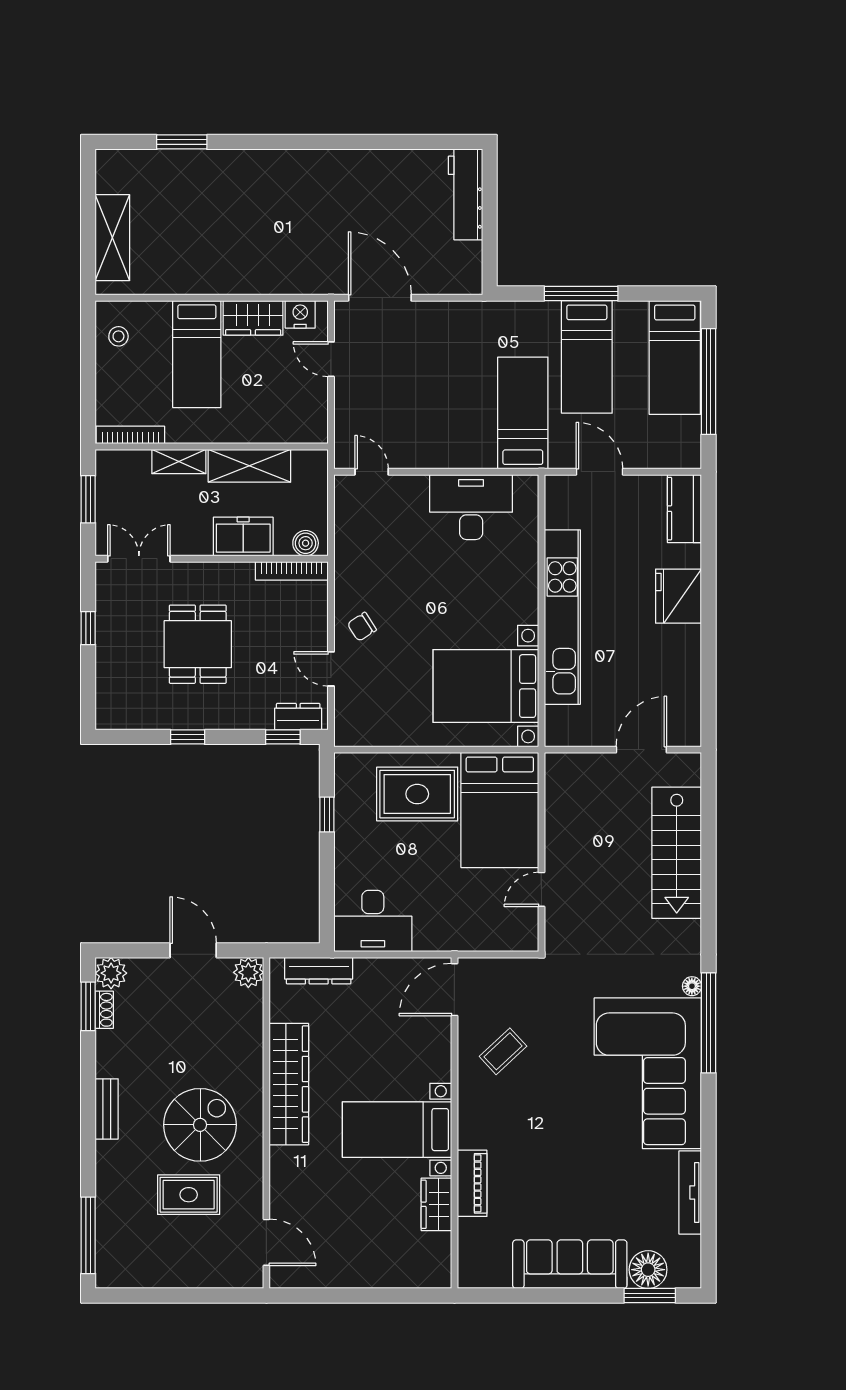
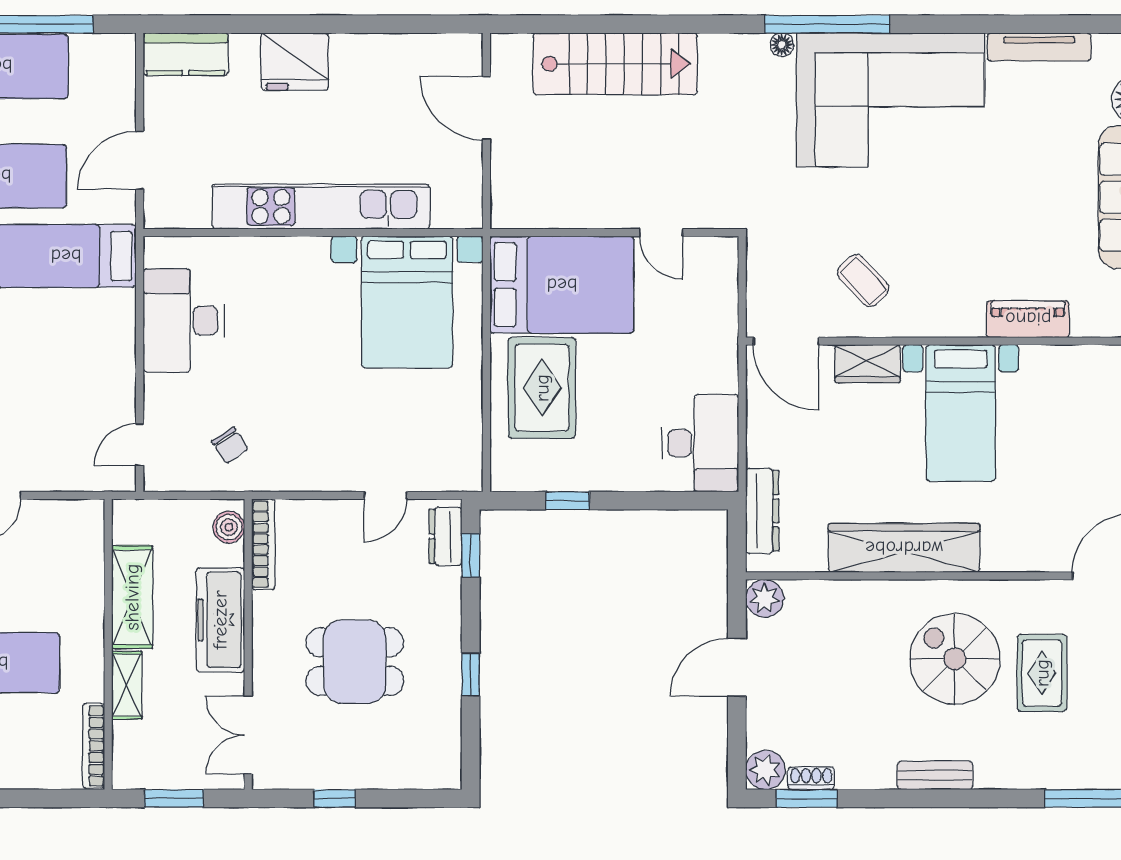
freezer: (243, 537) -> (220, 620), width x1.40
chair: (362, 627) -> (230, 445), moved
wardrobe: (436, 1204) -> (867, 364), moved

